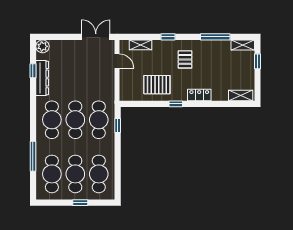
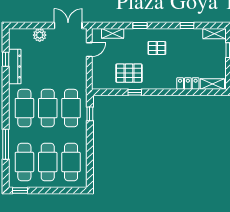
window: (215, 37) -> (187, 26), width x0.46
plant: (42, 46) -> (40, 35), moved
pallet: (185, 59) -> (157, 48), turned 90
door: (117, 61) -> (89, 50), hinge flipped
locker: (199, 95) -> (188, 83), moved
window: (176, 104) -> (135, 92), moved
window: (80, 203) -> (20, 191), moved

